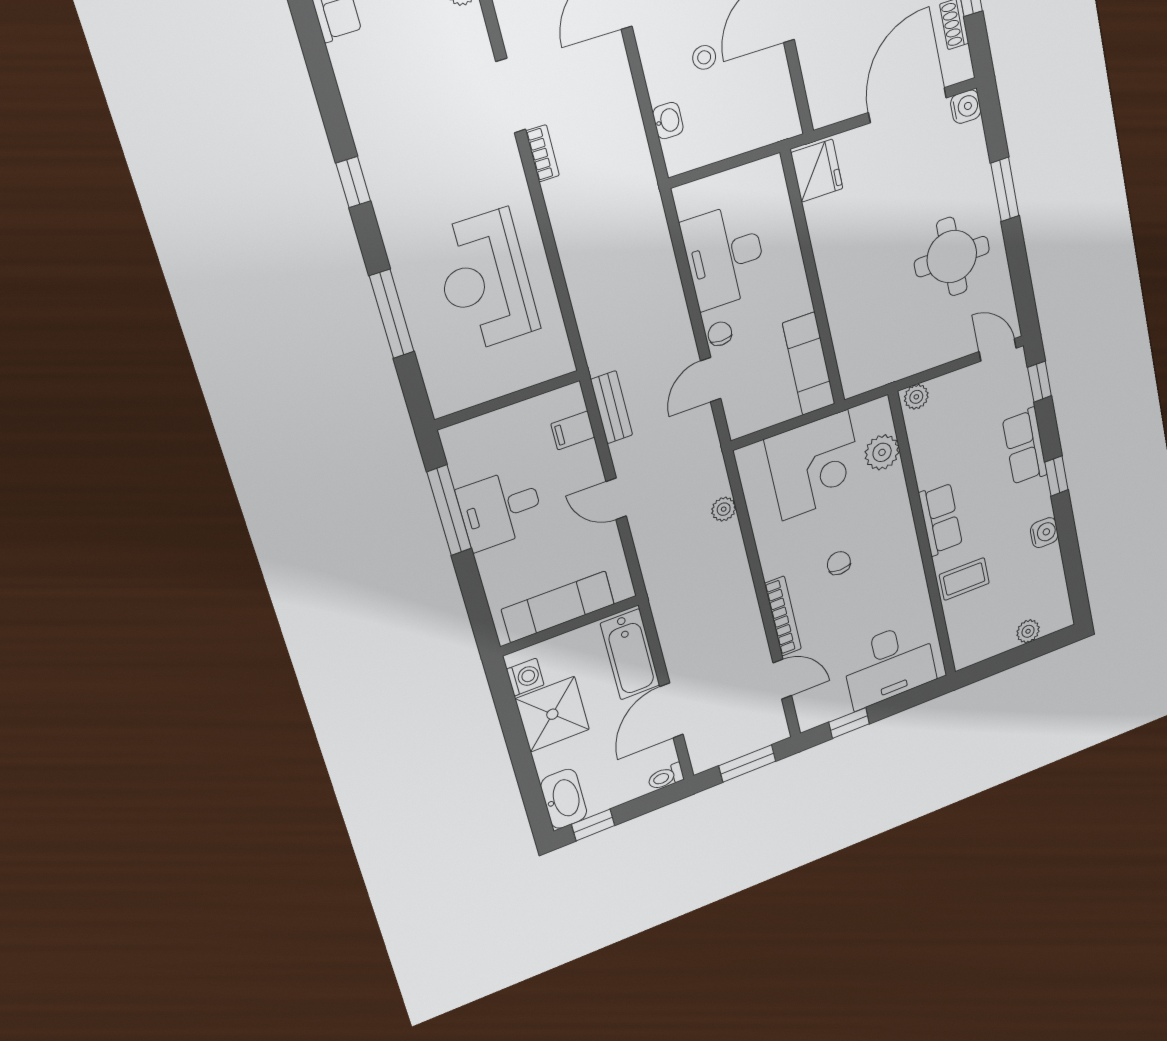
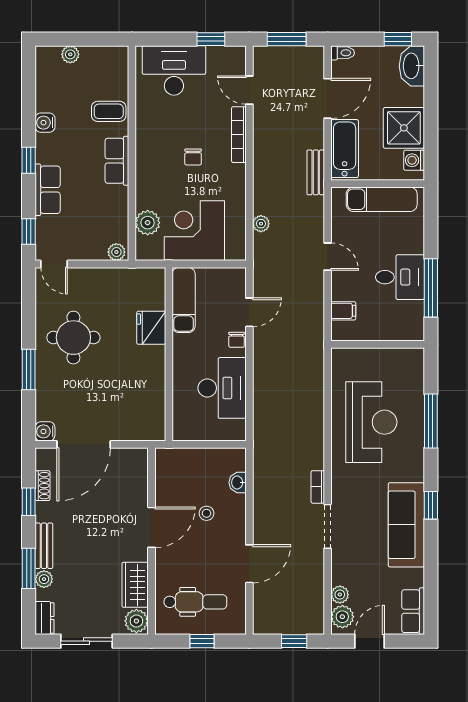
sofa: (384, 138) -> (406, 525), added
fridge: (817, 171) -> (151, 328), moved
bench: (612, 407) -> (316, 172), moved

